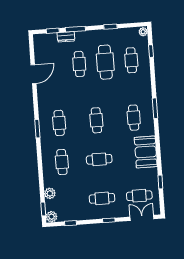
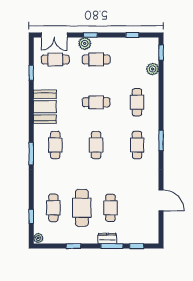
dresser: (66, 37) -> (107, 238), moved
door: (34, 74) -> (161, 200), swing flipped
plant: (52, 217) -> (85, 43), moved

